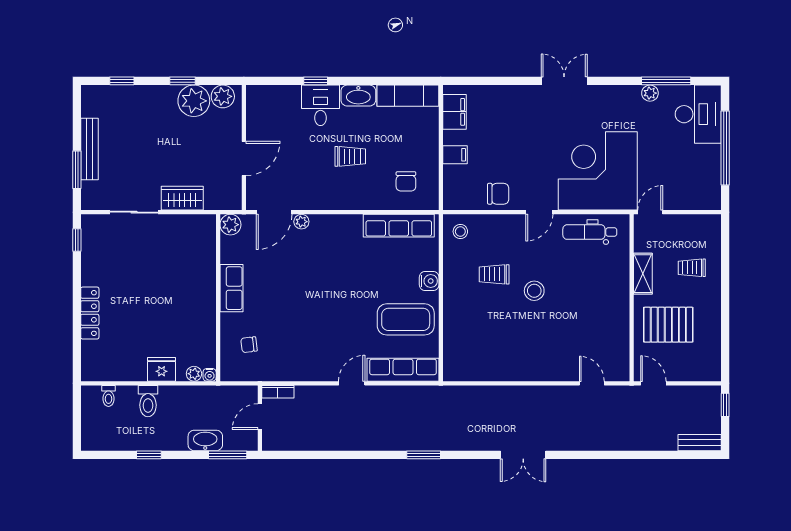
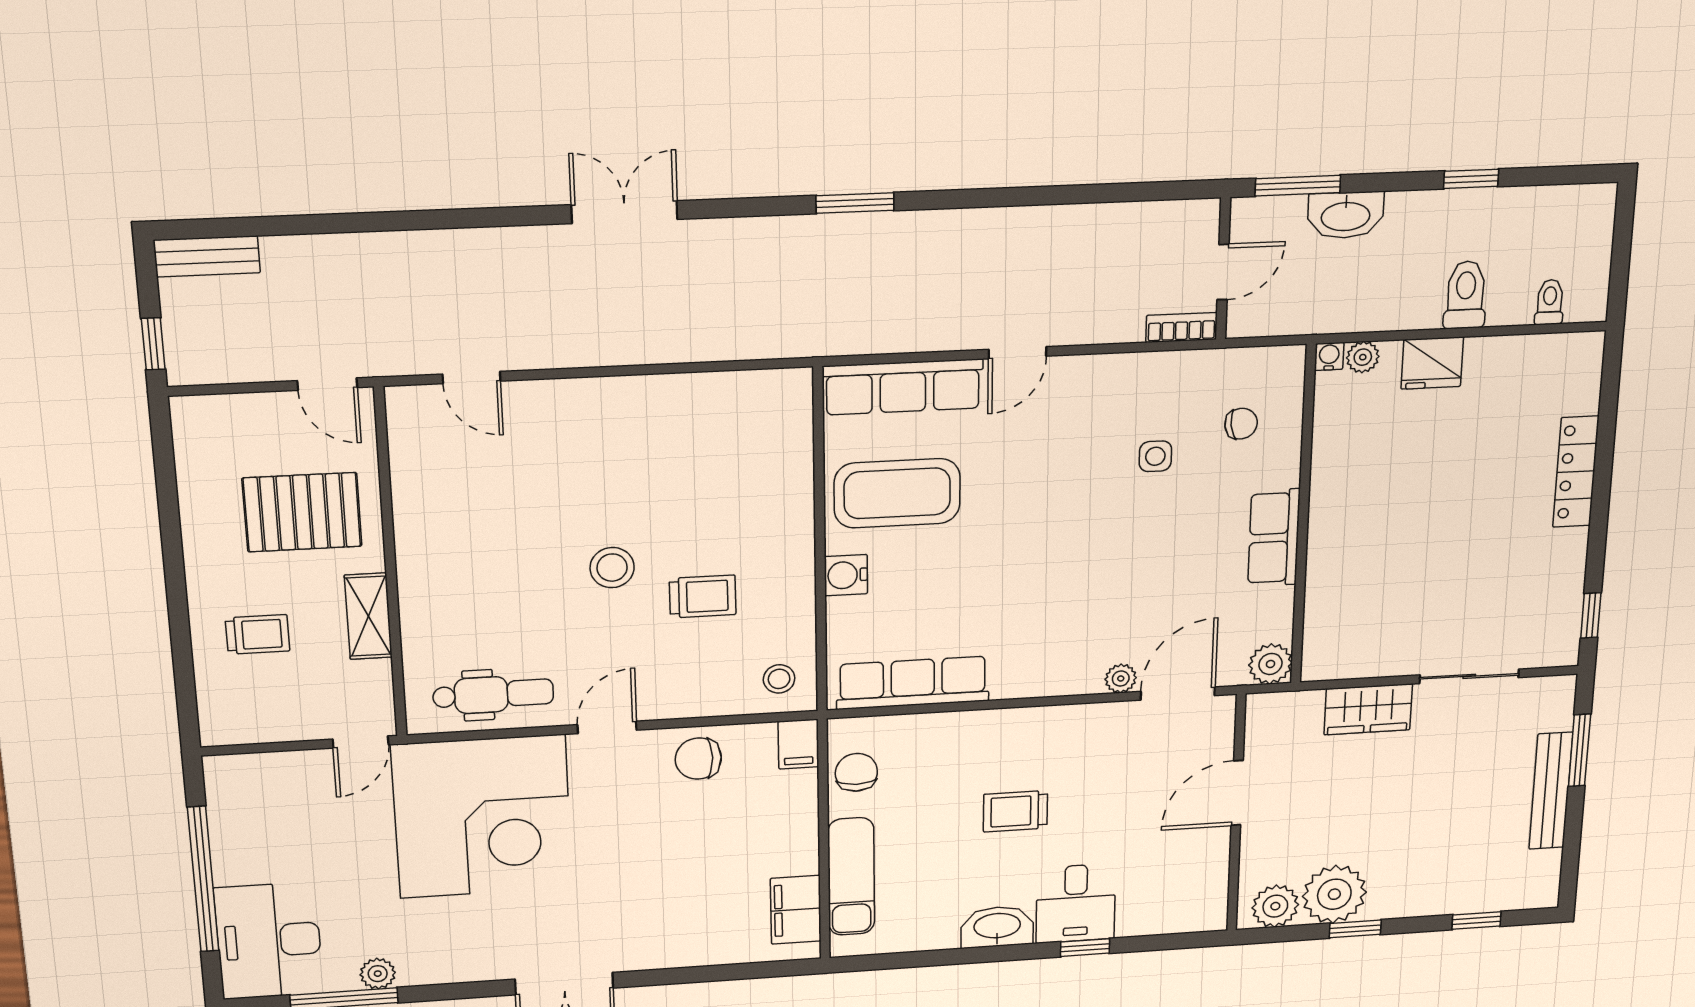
exam couch: (408, 96) -> (851, 877), moved, turned 90
filing cabinet: (455, 155) -> (798, 744), moved, turned -90
chair: (406, 181) -> (856, 772), moved
side table: (288, 331) -> (1155, 456), added

